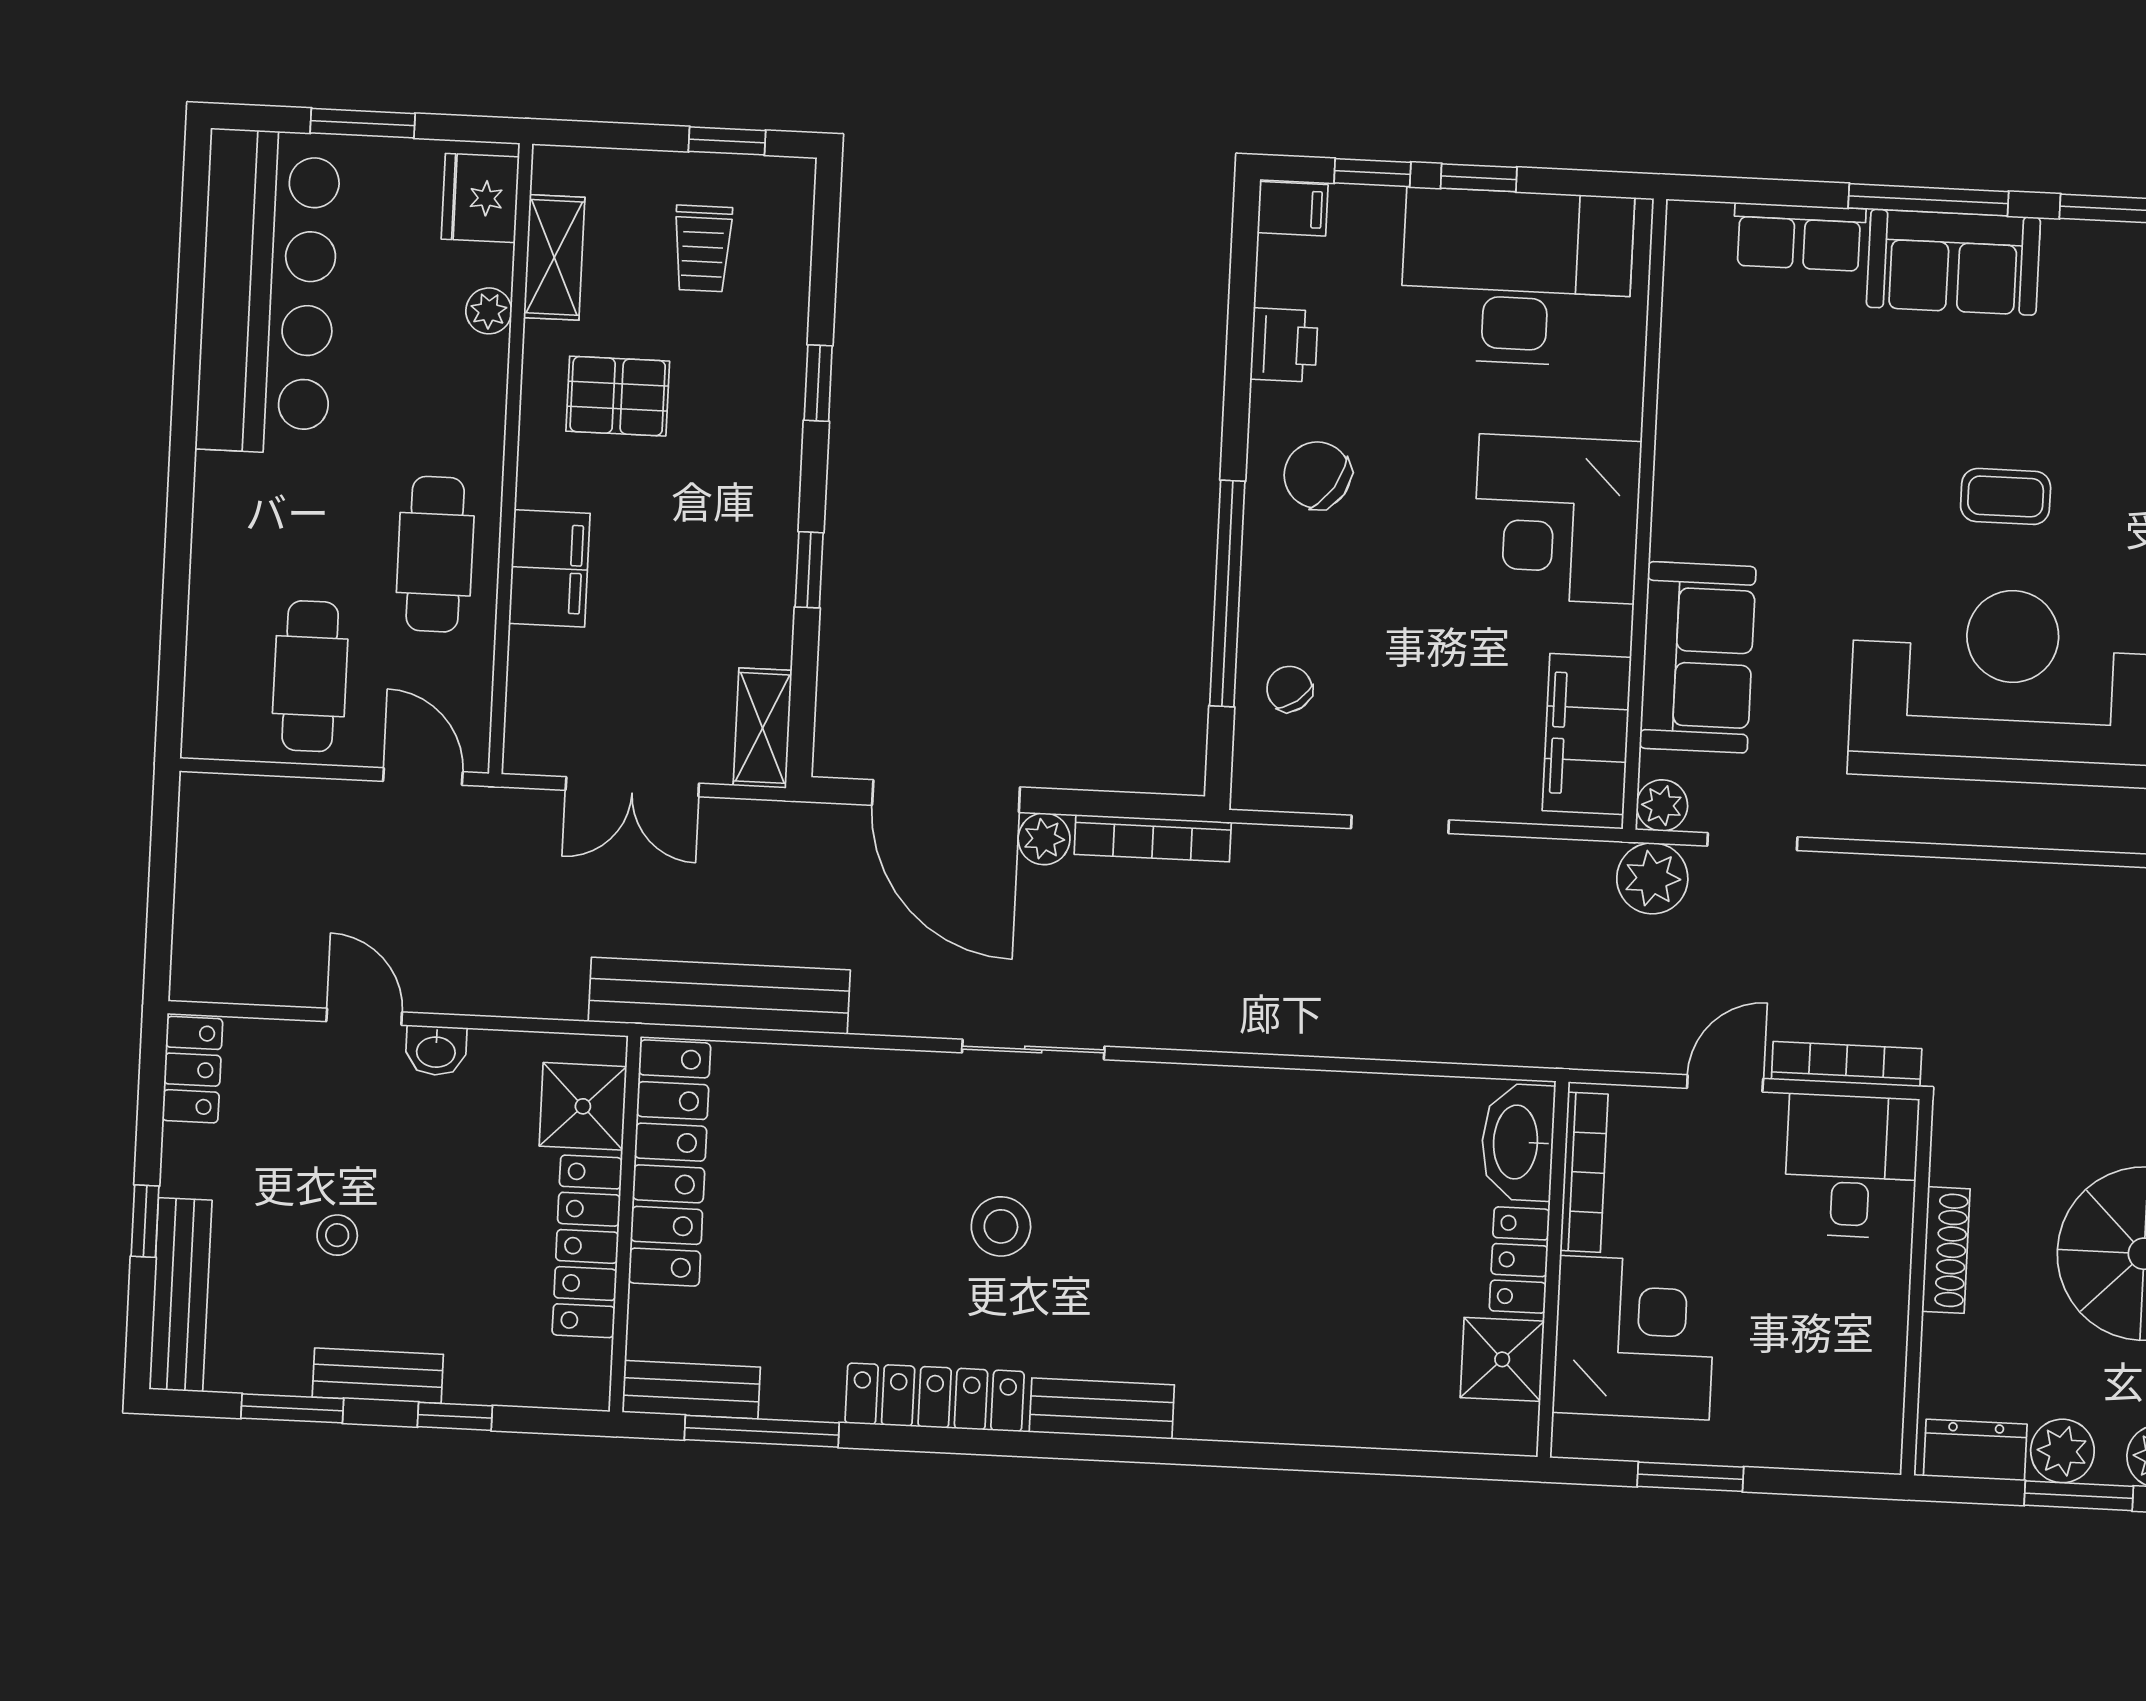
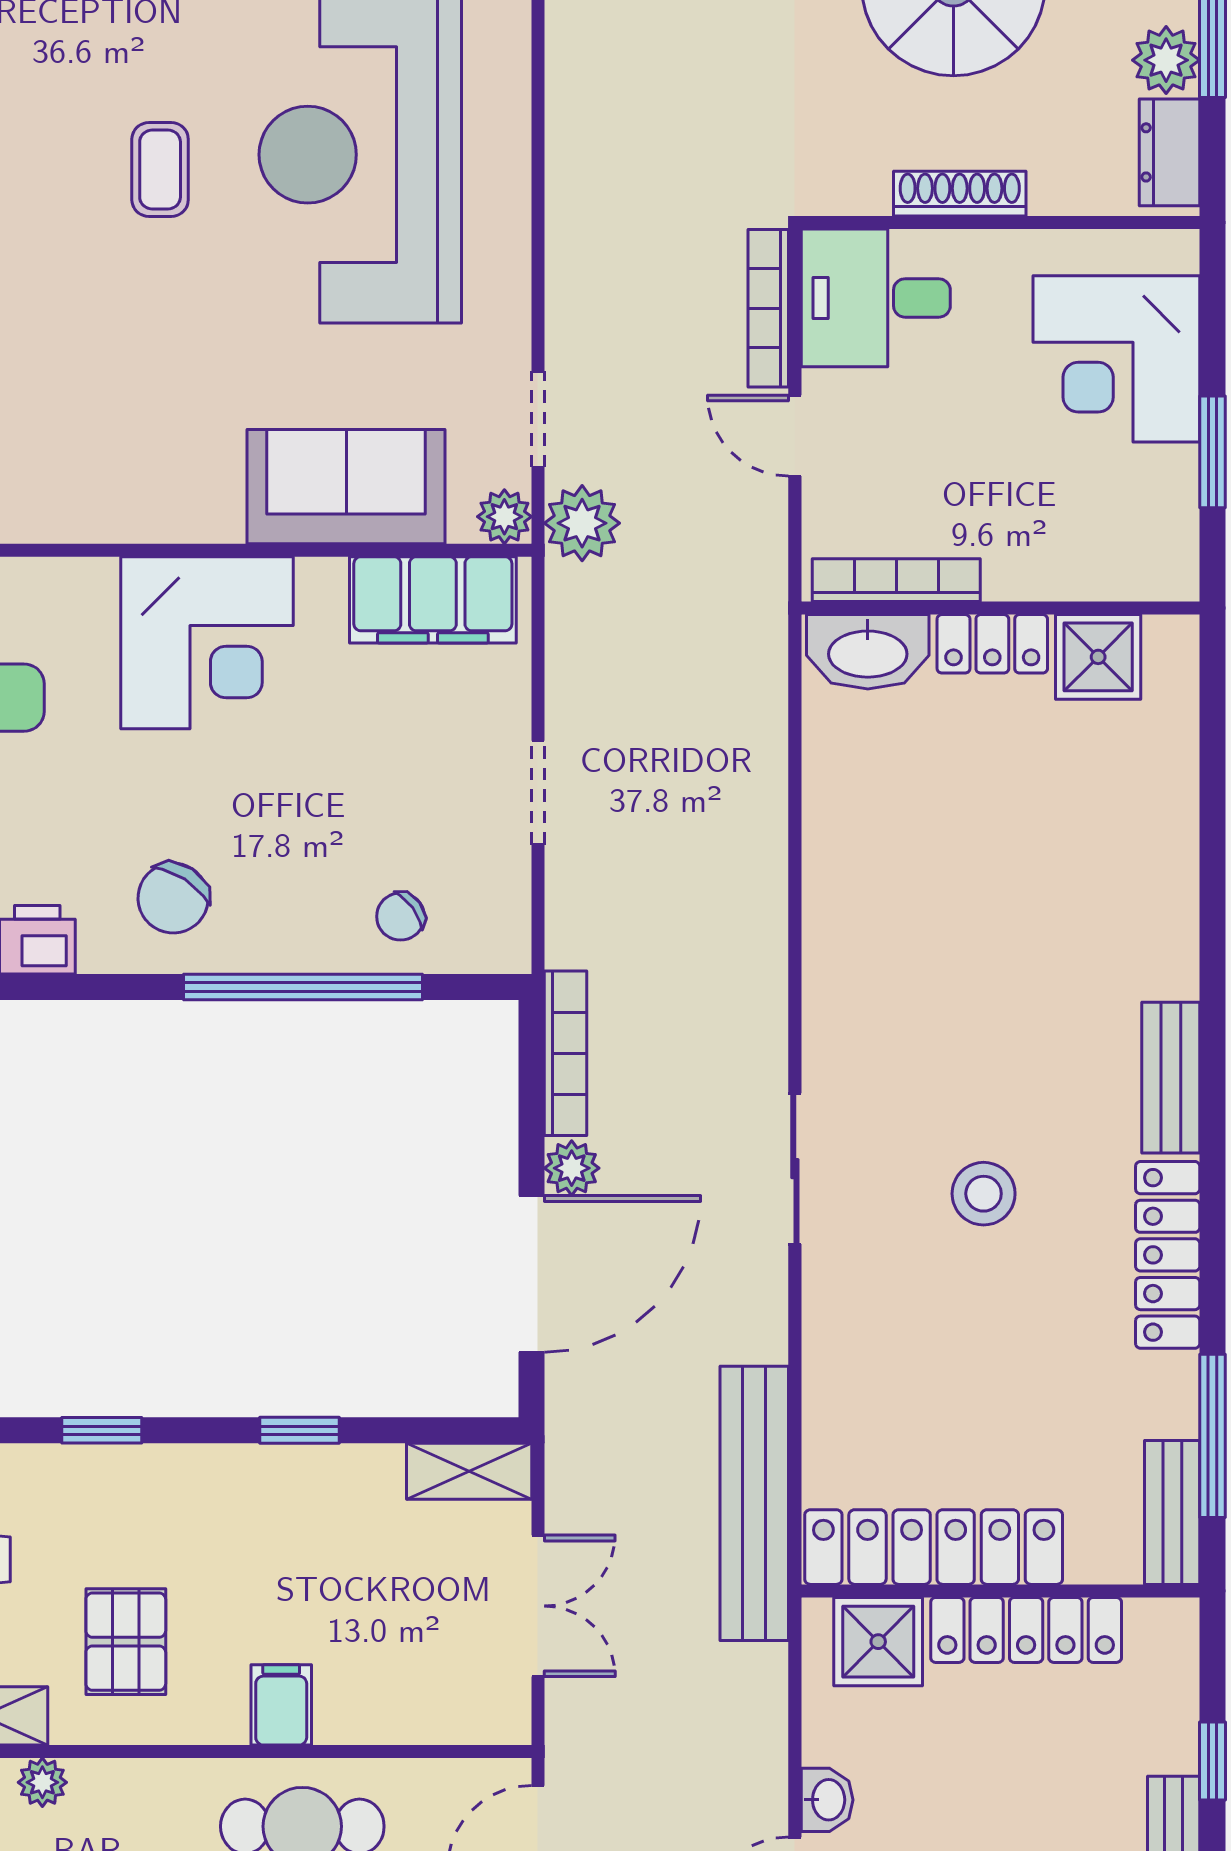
filing cabinet: (549, 568) -> (281, 1705), width x0.50
corner desk: (1634, 1338) -> (1116, 359), moved, turned -90

